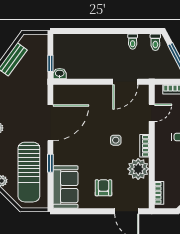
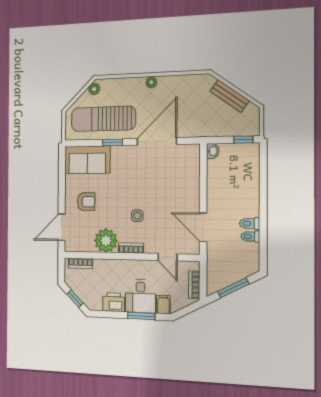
toilet: (155, 42) -> (250, 223), moved
window: (50, 63) -> (243, 140), moved
door: (50, 123) -> (157, 141), swing flipped

